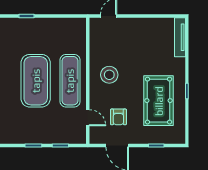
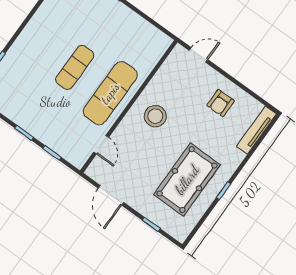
exercise mat: (36, 81) -> (75, 67), width x0.50, depth x0.69
armchair: (118, 117) -> (221, 103), moved

